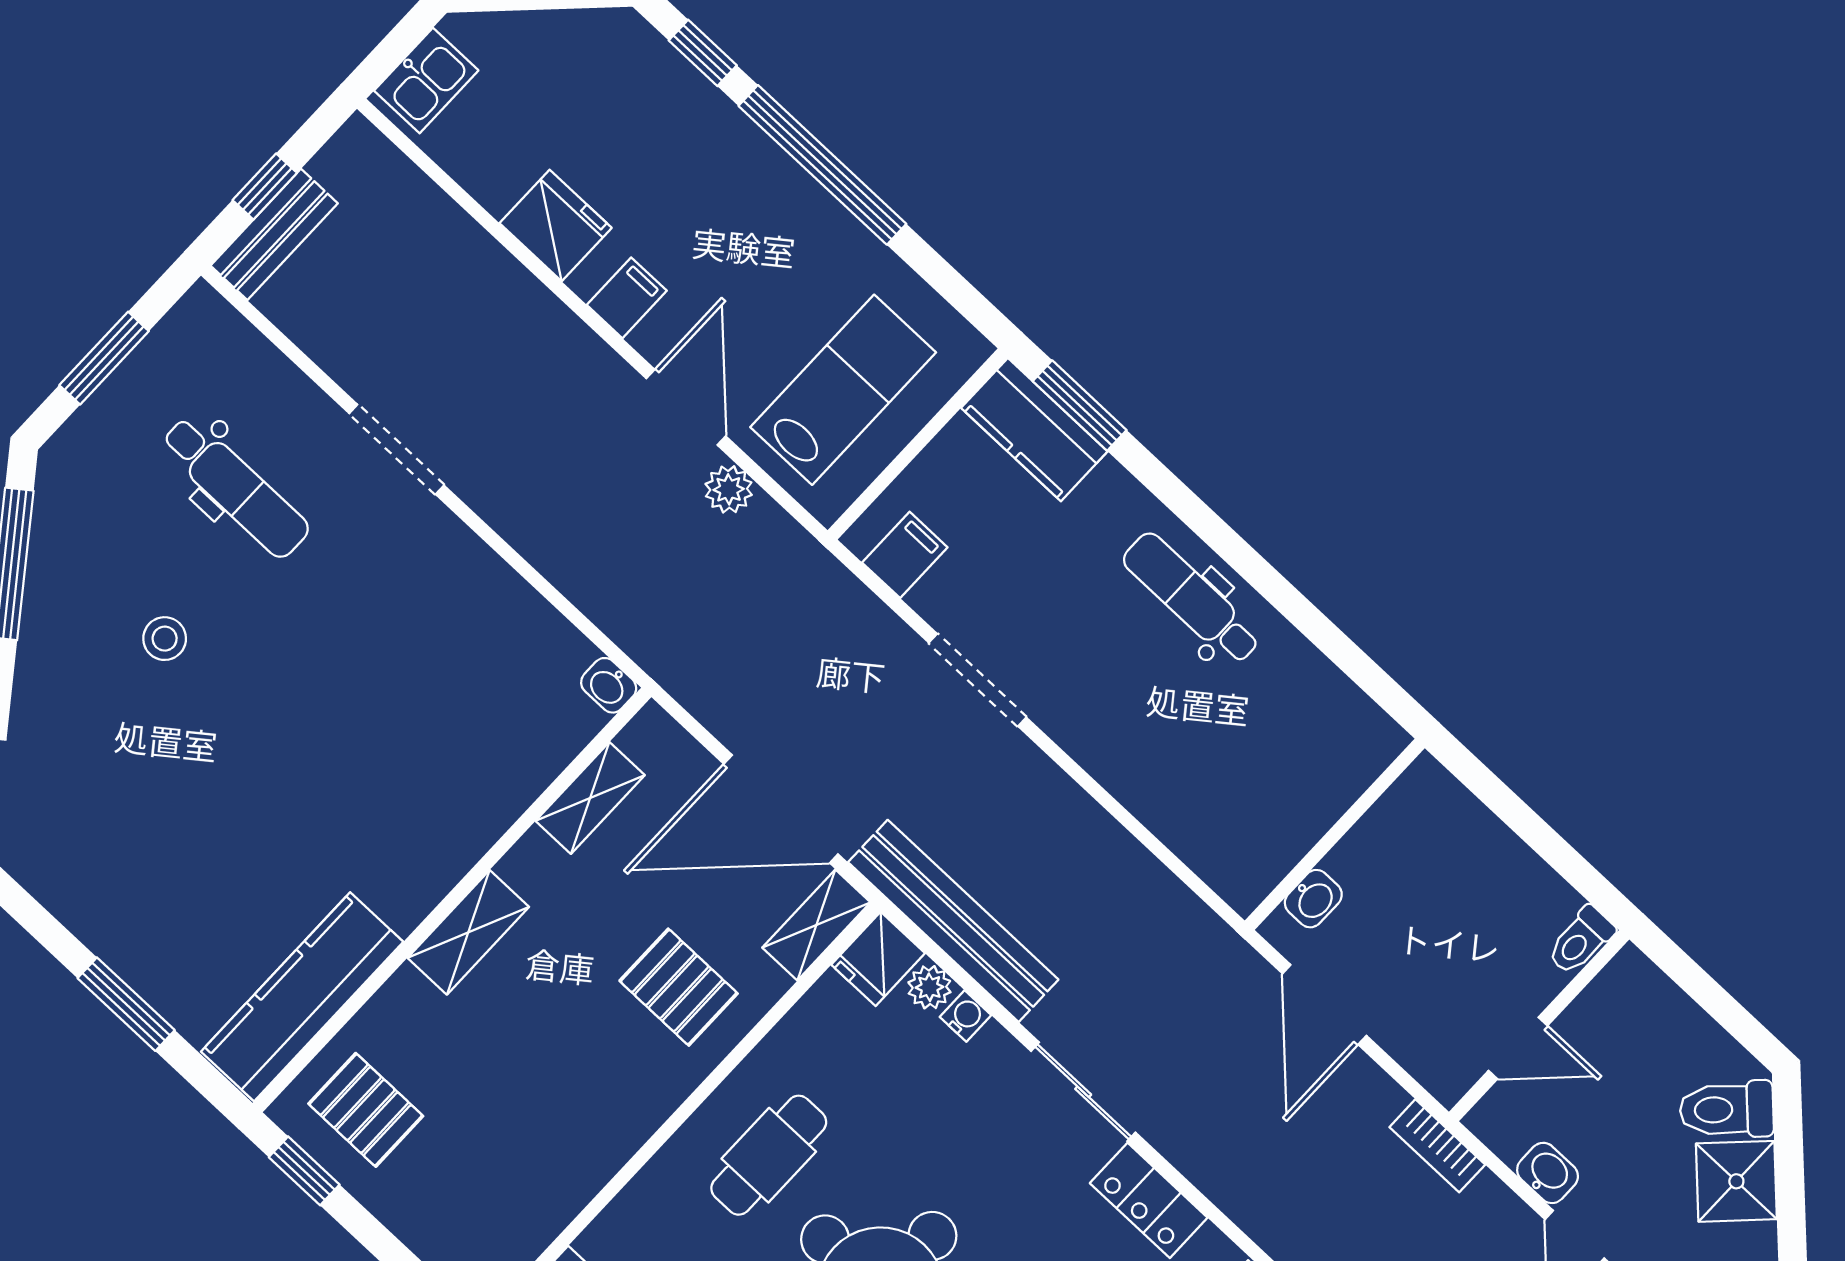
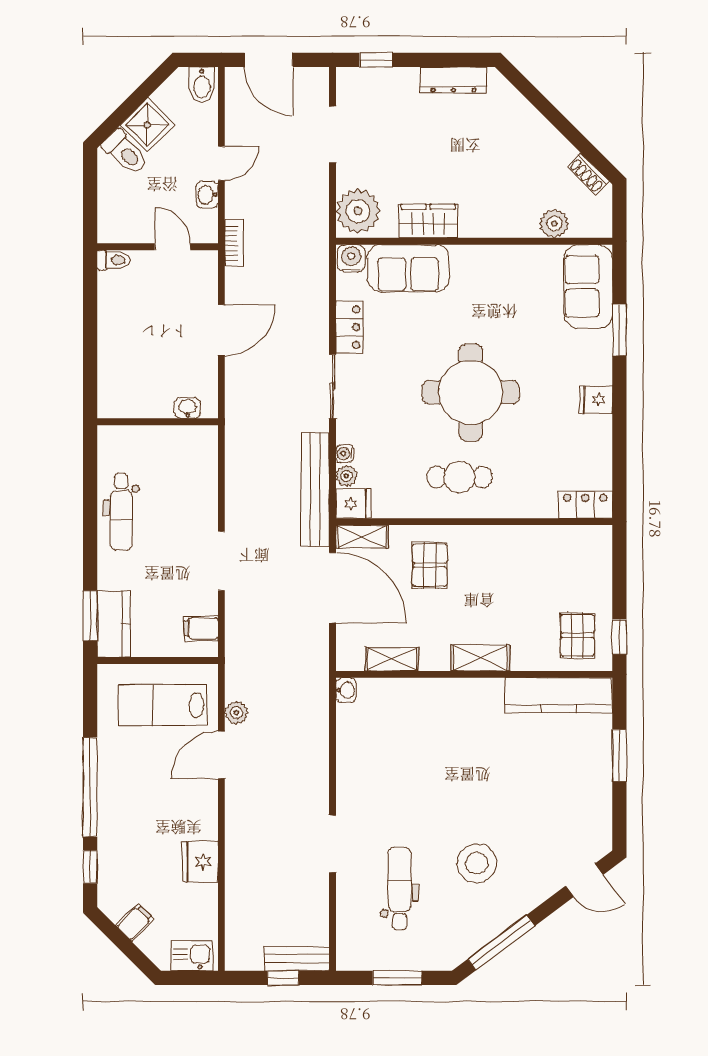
filing cabinet: (627, 298) -> (135, 922), moved, turned 135
stool: (165, 639) -> (477, 863), width x1.89, depth x1.89
wall: (1335, 834) -> (158, 422), moved
washbasin: (1313, 899) -> (187, 408), moved

